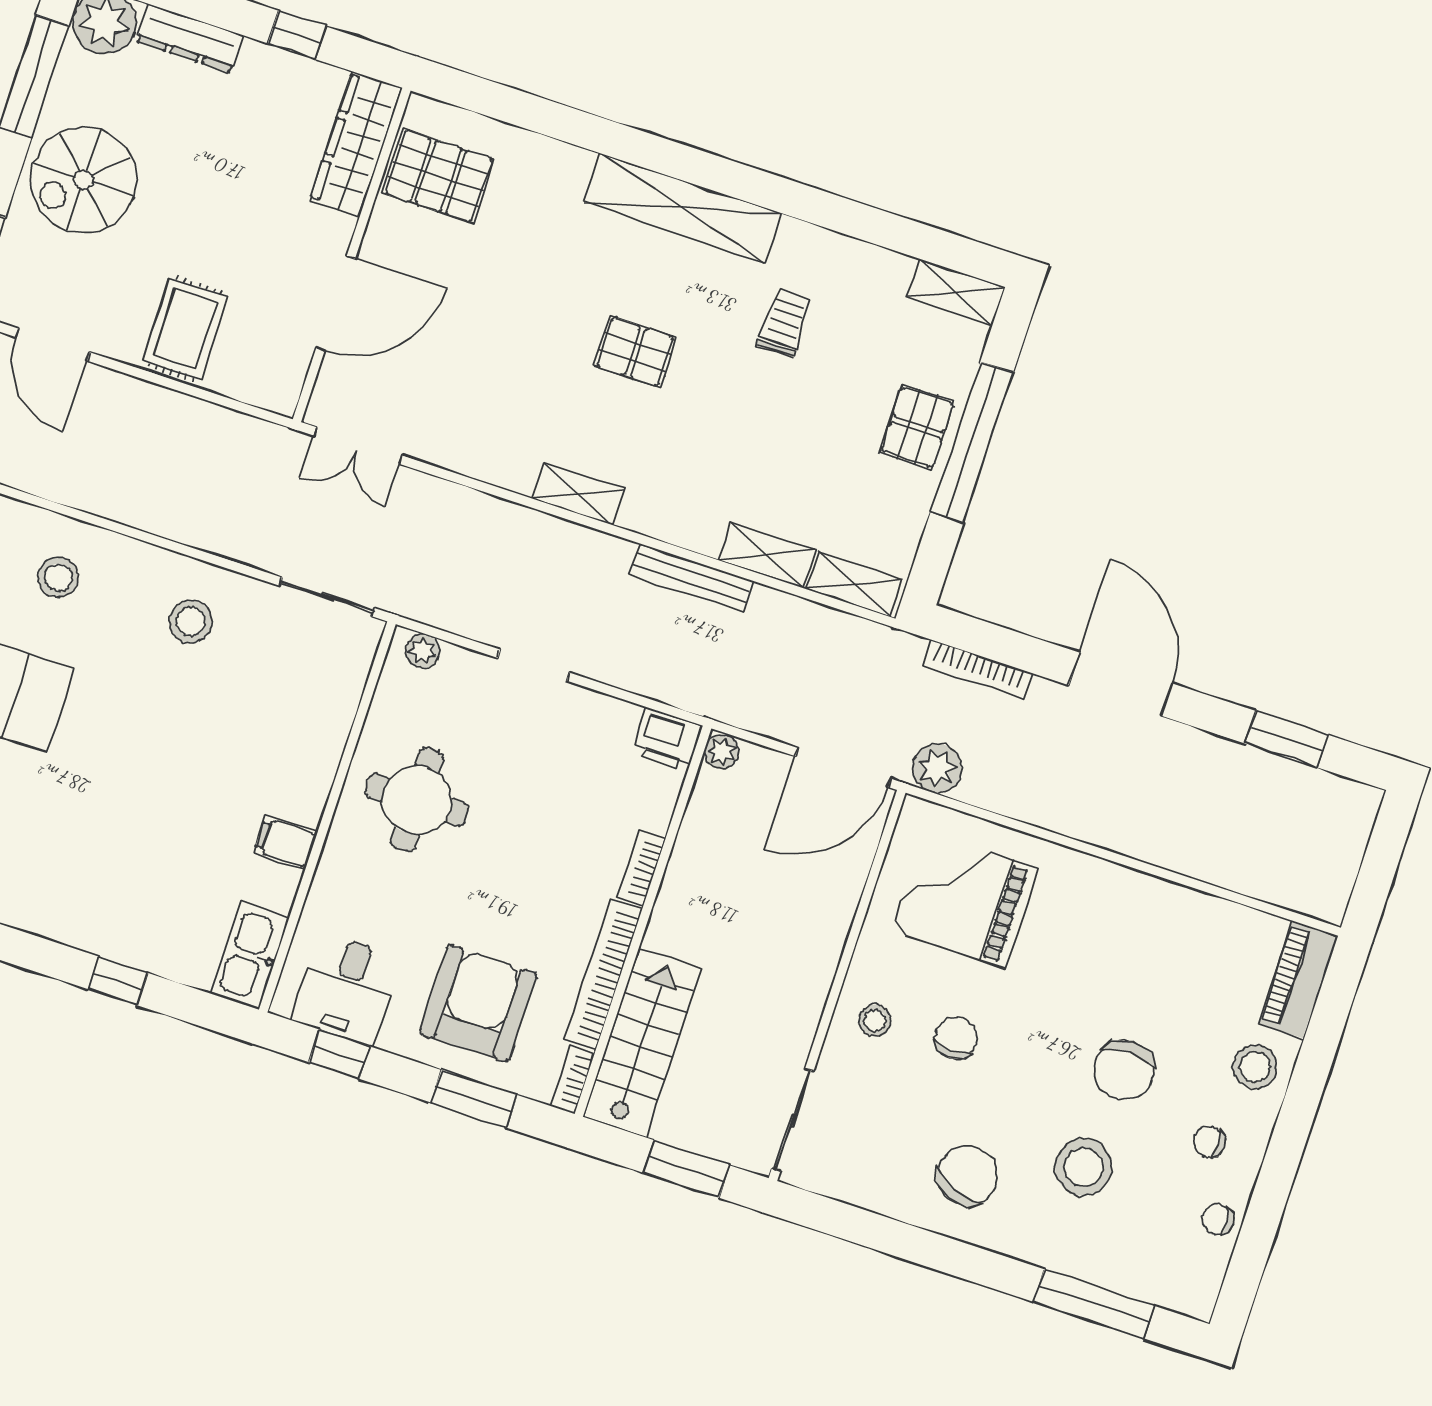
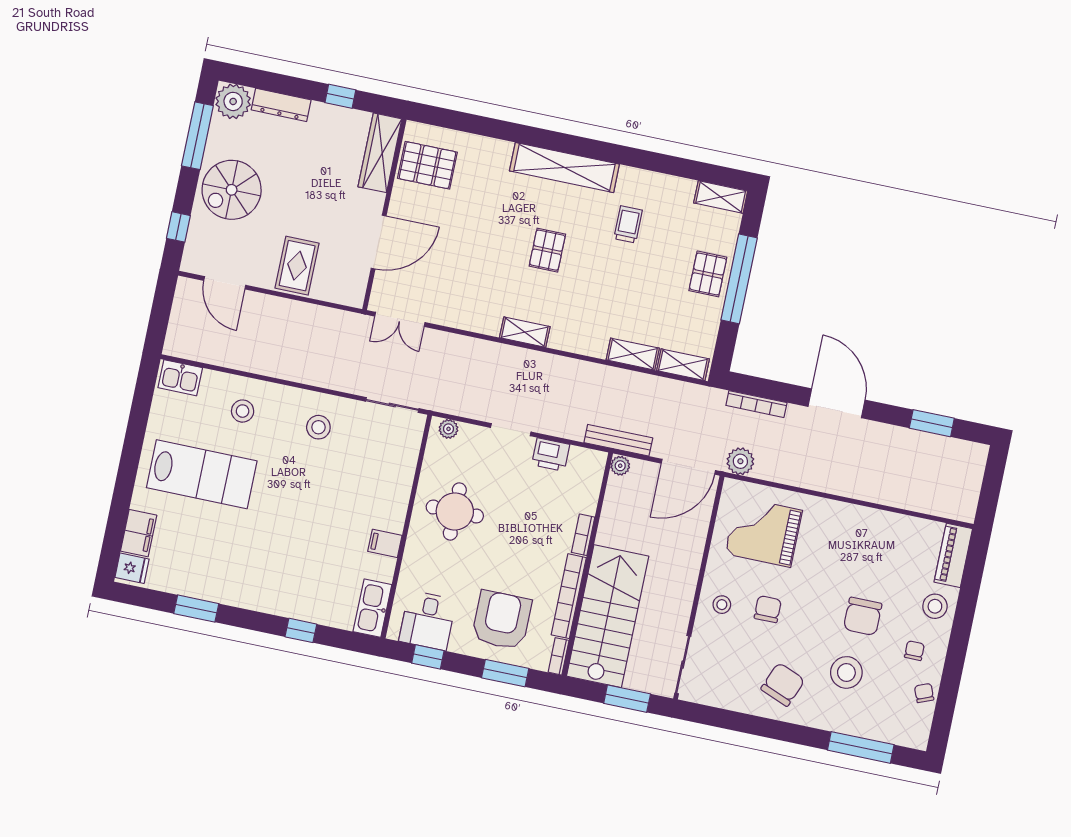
pallet: (635, 352) -> (547, 250), turned 90
bench: (691, 578) -> (618, 440), moved
printer: (667, 740) -> (551, 455), moved
stairs: (642, 1043) -> (608, 616), width x1.36, depth x1.51
chair: (1209, 1142) -> (914, 651), turned 90
chair: (1218, 1219) -> (924, 693), turned 72

